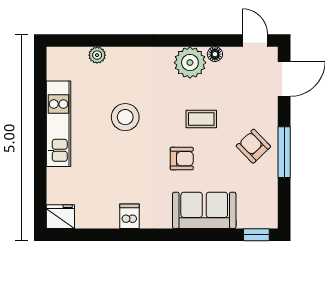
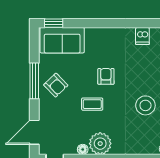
armchair: (182, 159) -> (106, 76), turned 90
sofa: (204, 210) -> (62, 40), moved

